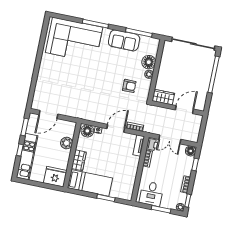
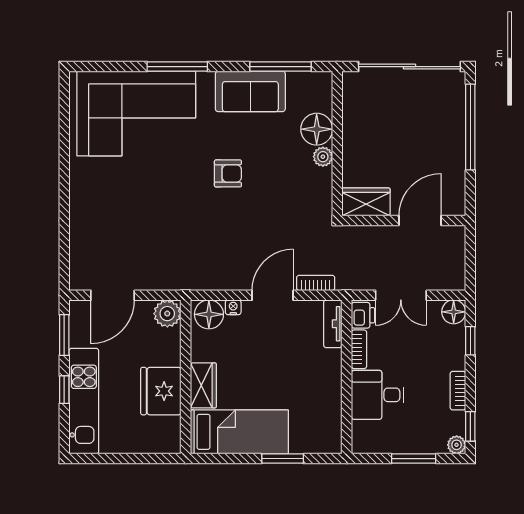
armchair: (129, 86) -> (228, 173), moved
plant: (67, 143) -> (167, 314), moved
fridge: (55, 177) -> (161, 391), moved, turned -90
desk: (151, 194) -> (378, 395), moved, turned 90

